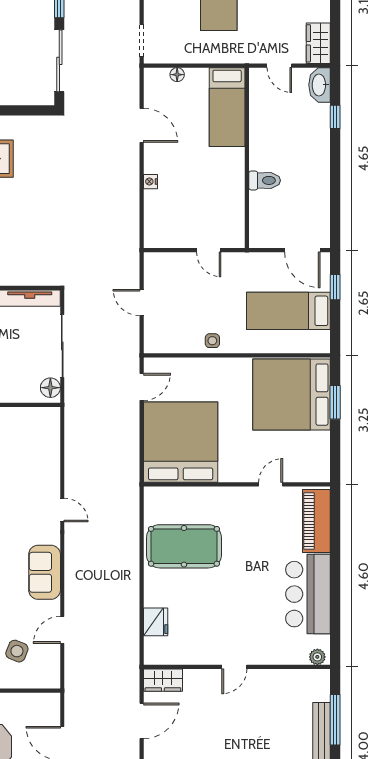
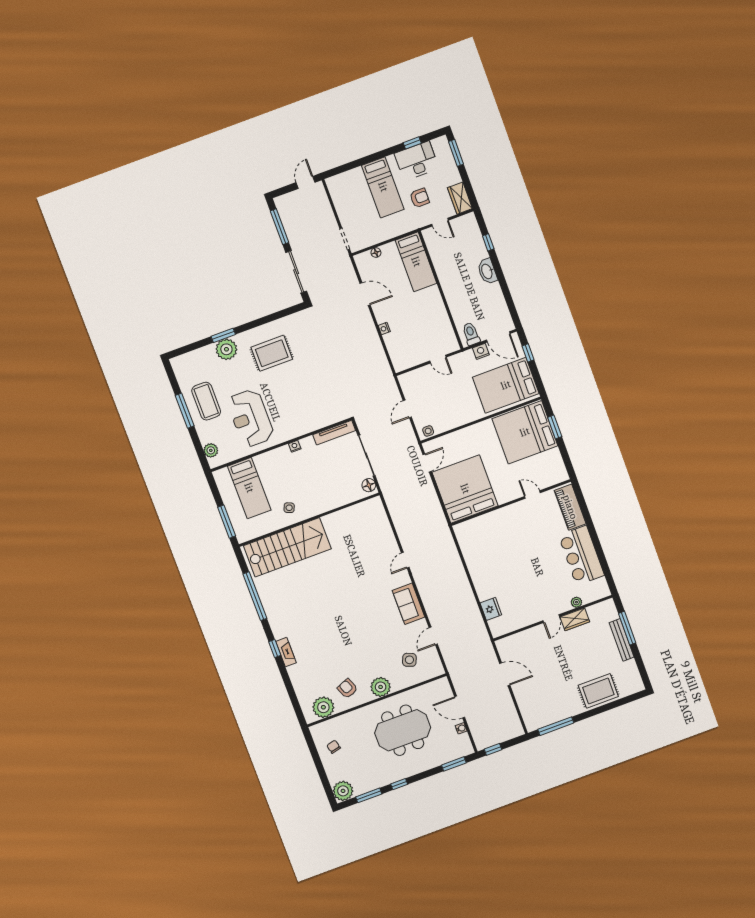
armchair: (263, 23) -> (420, 198), added
washbasin: (320, 85) -> (487, 271), moved
toilet: (265, 180) -> (471, 334), moved, turned -90
nightstand: (271, 261) -> (481, 351), added
door: (142, 303) -> (407, 409), hinge flipped
bed: (288, 311) -> (506, 385), width x1.50
side table: (212, 341) -> (428, 431), moved
door: (271, 484) -> (532, 495), hinge flipped
door: (62, 510) -> (405, 560), swing flipped
pool table: (184, 546) -> (491, 554), removed
plant: (317, 657) -> (576, 602), moved
wardrobe: (163, 680) -> (575, 619), moved
door: (142, 721) -> (505, 674), hinge flipped

